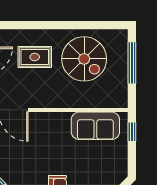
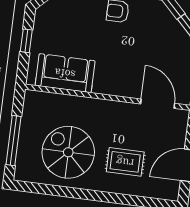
window: (132, 132) -> (26, 41), moved

